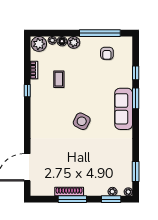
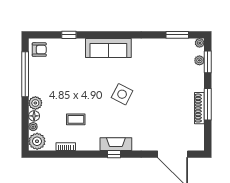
armchair: (107, 53) -> (39, 50), moved
window: (27, 91) -> (114, 154), moved
window: (136, 98) -> (97, 35), removed
fireplace: (36, 116) -> (116, 144), added

